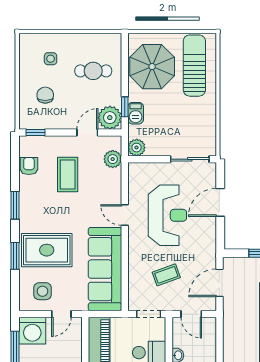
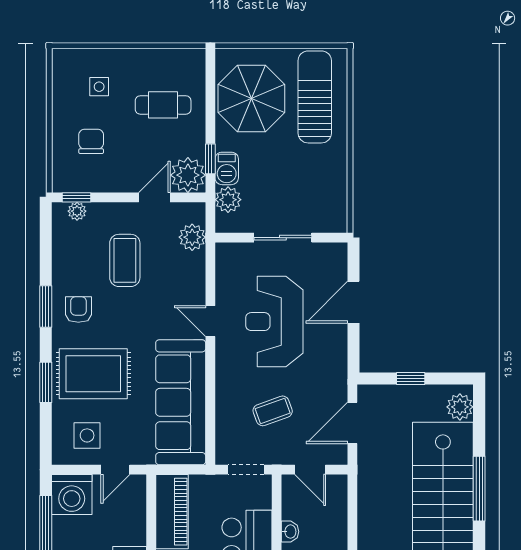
plant: (36, 142) -> (77, 211), added
plant: (137, 148) -> (228, 200), moved
sliding door: (190, 159) -> (283, 238), moved
armchair: (29, 166) -> (78, 310), moved
reception desk: (167, 215) -> (274, 322), turned 180

